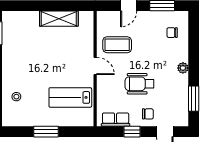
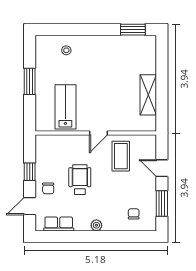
window: (194, 99) -> (64, 237), removed
row of seats: (116, 120) -> (59, 224), moved, turned -90

